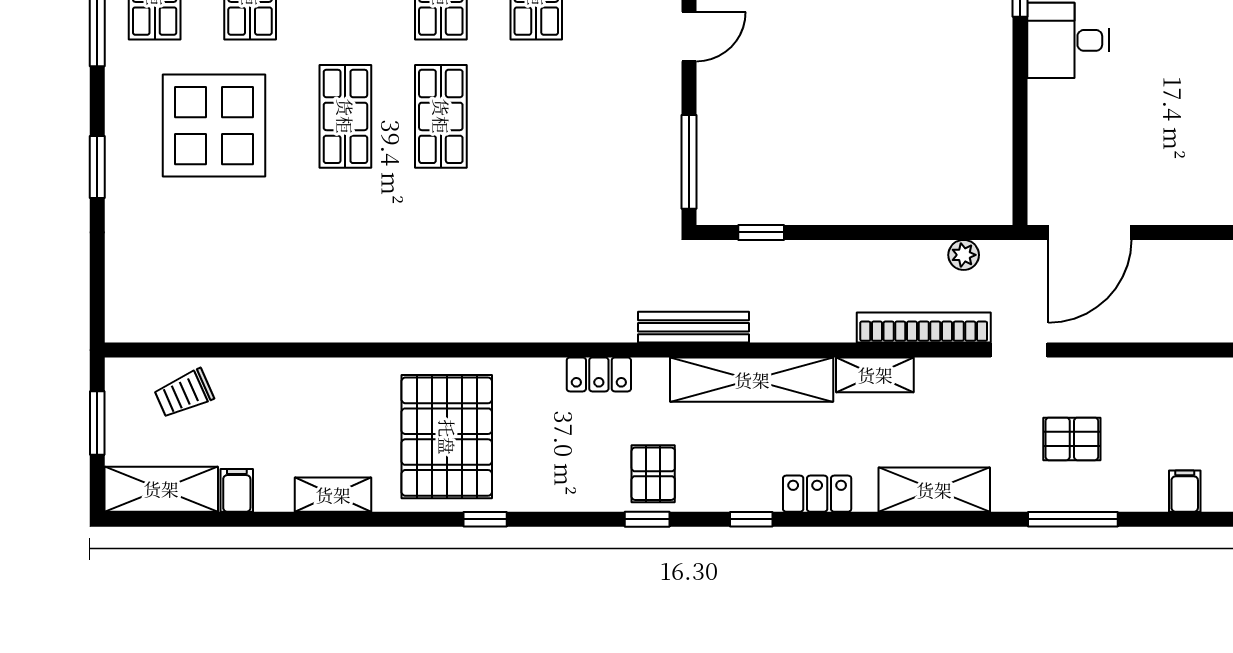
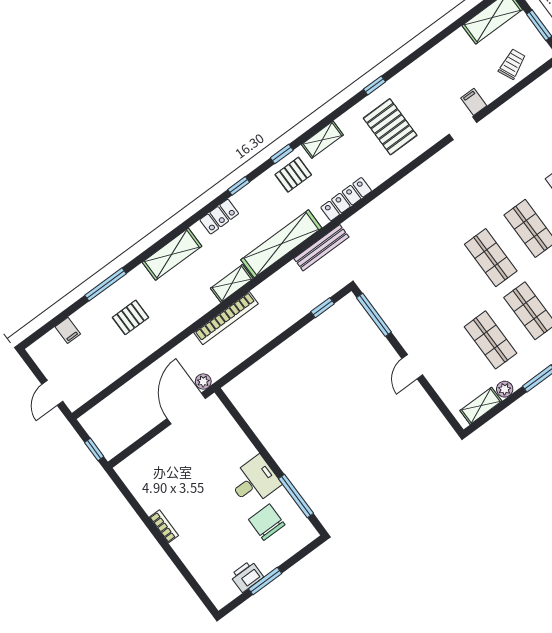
plant: (964, 255) -> (203, 381), moved
doorway: (1019, 350) -> (463, 128), moved
locker: (599, 374) -> (346, 199), width x1.53
pallet: (447, 437) -> (390, 127), width x0.73, depth x0.71
pallet: (653, 474) -> (293, 175), turned 90
filing cabinet: (237, 490) -> (474, 102), moved, turned 180
shelving: (333, 495) -> (322, 140), moved
window: (485, 519) -> (374, 85), moved

